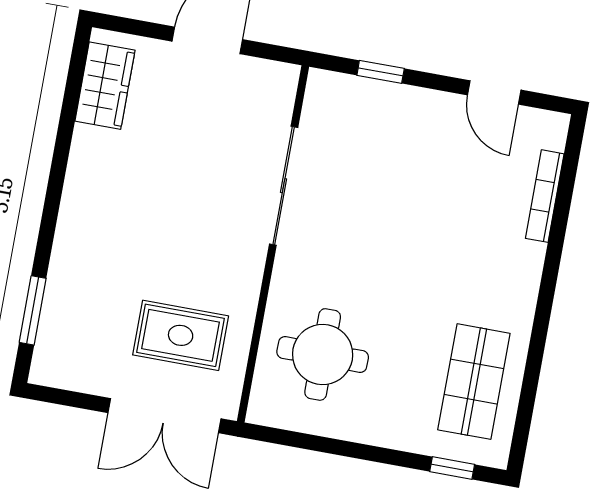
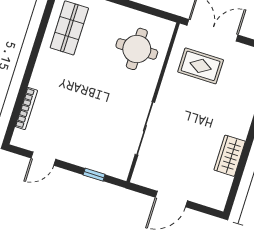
wardrobe: (105, 86) -> (230, 156), moved
door: (494, 93) -> (43, 159), swing flipped

